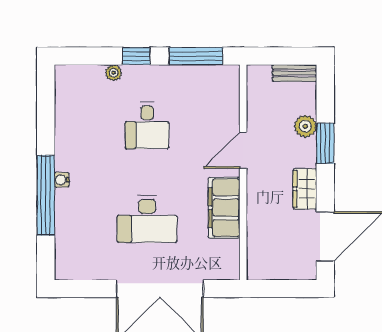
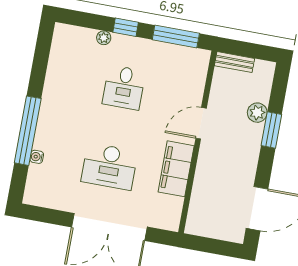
bench: (294, 73) -> (234, 62), moved
water cooler: (62, 180) -> (37, 157), moved
wardrobe: (305, 189) -> (247, 165), removed

